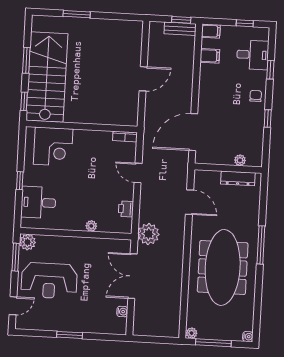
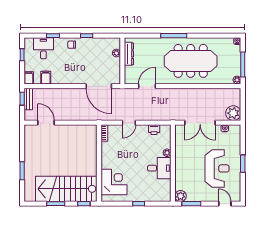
door: (143, 79) -> (46, 123), moved
desk: (38, 202) -> (159, 168), moved, turned -90
plant: (149, 234) -> (233, 113), moved
reception desk: (49, 281) -> (217, 168), moved

